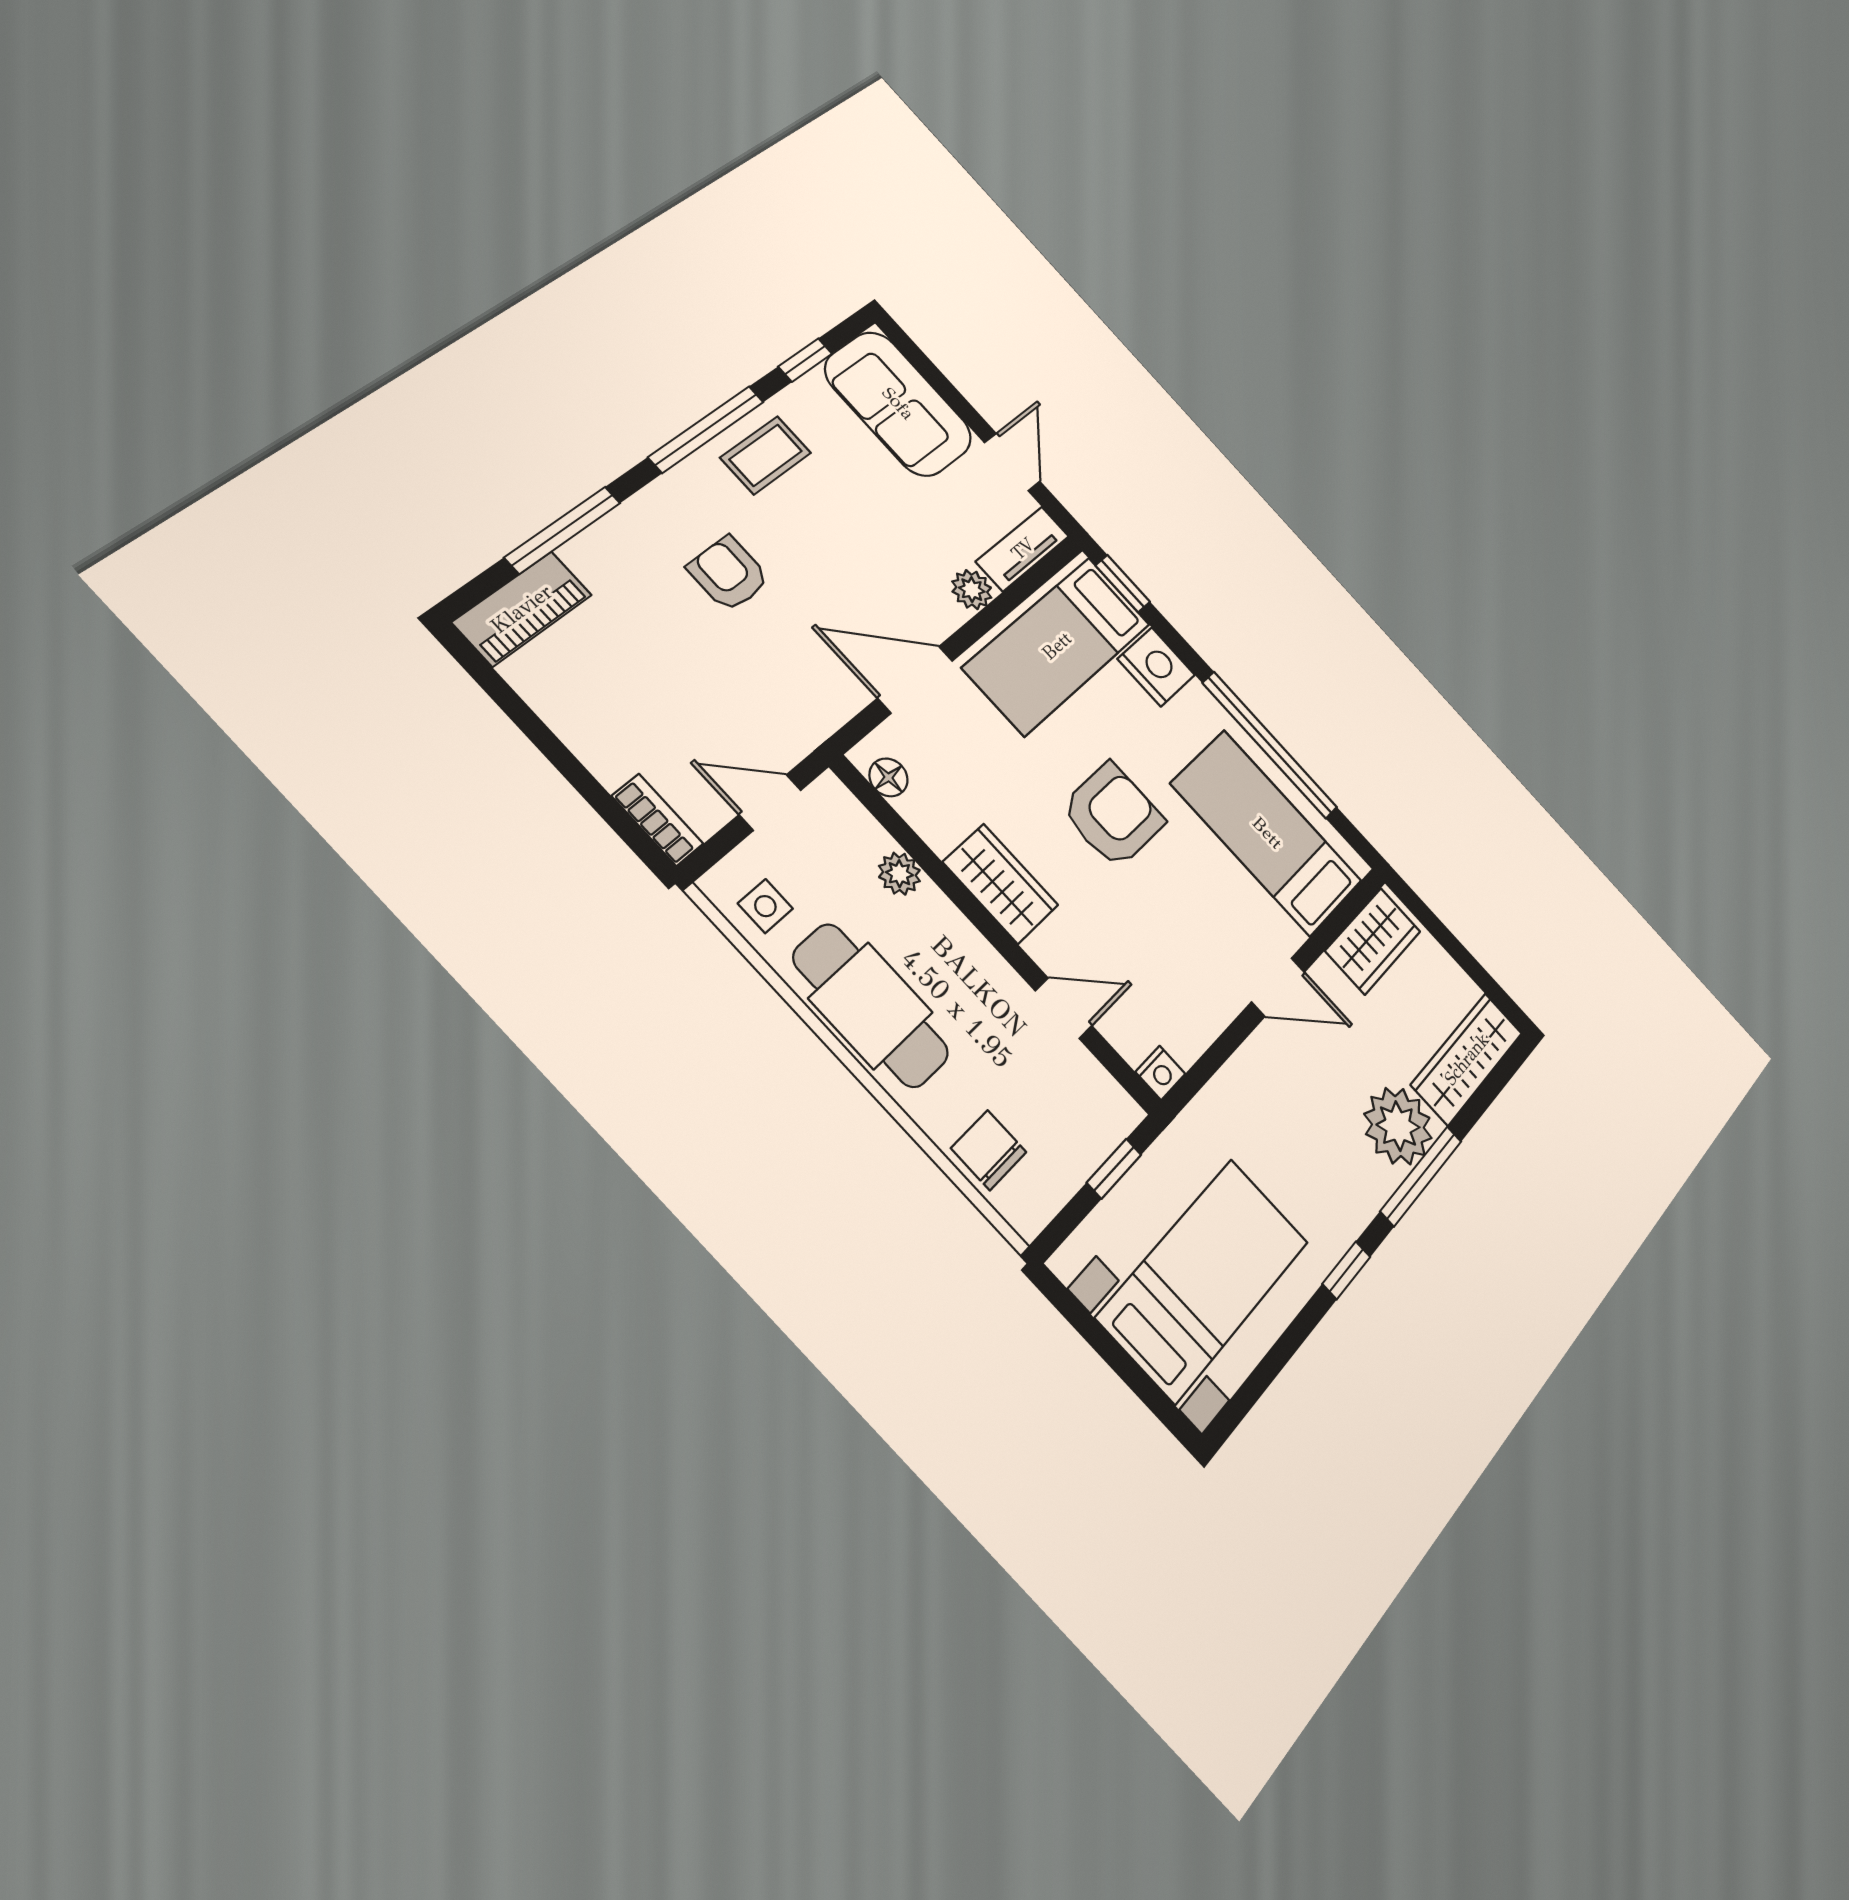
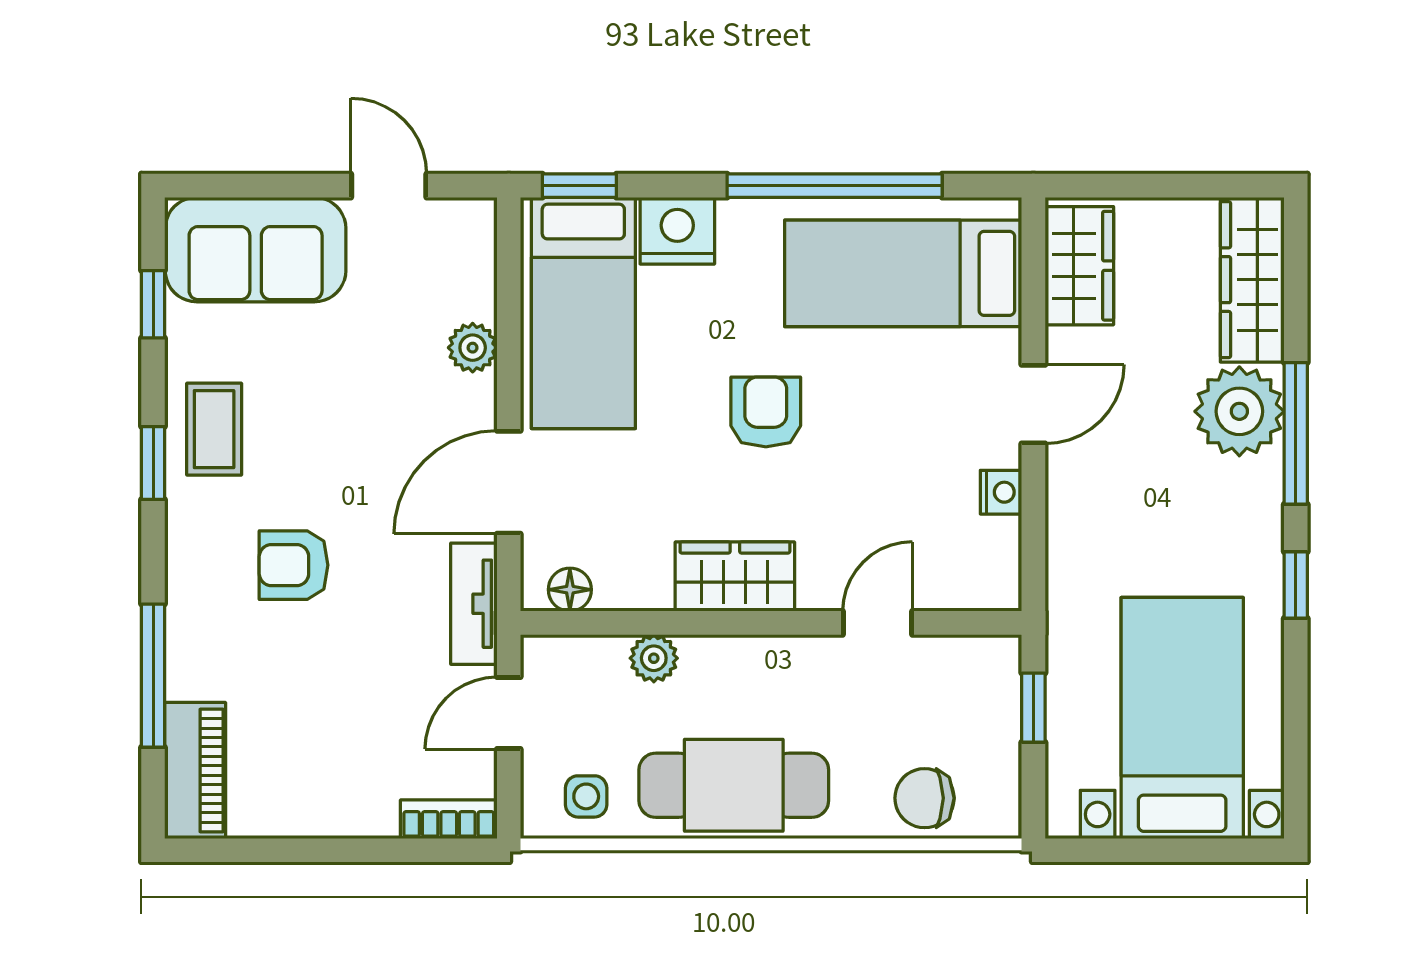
window: (706, 429) -> (153, 463), width x0.46
tv unit: (1023, 549) -> (474, 604), moved
armchair: (1113, 815) -> (766, 412), width x0.72, depth x0.72
nightstand: (1160, 1073) -> (1001, 492), moved

